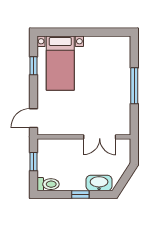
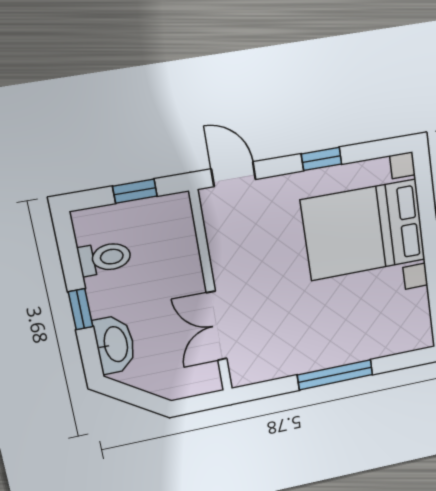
bed with nightstands: (60, 63) -> (364, 230), width x1.36
window: (33, 66) -> (322, 159), moved
toilet: (48, 184) -> (105, 258), moved, turned -90

